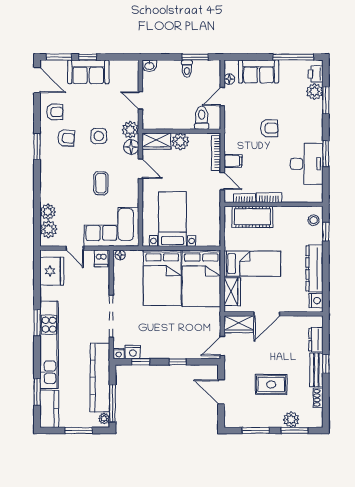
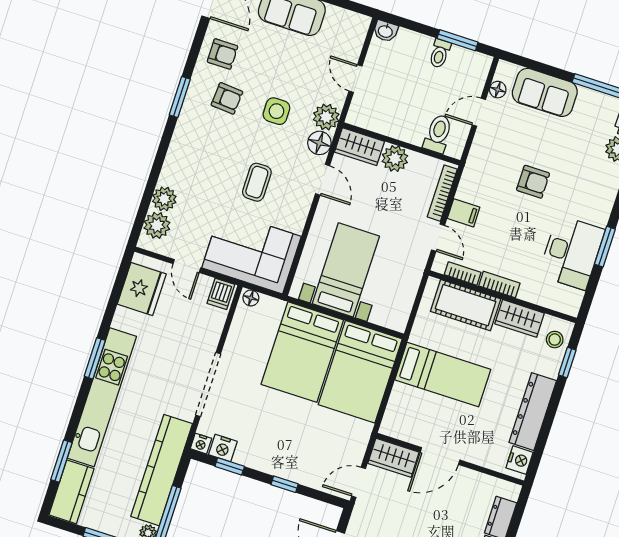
wardrobe: (232, 292) -> (520, 318), moved, turned 90

